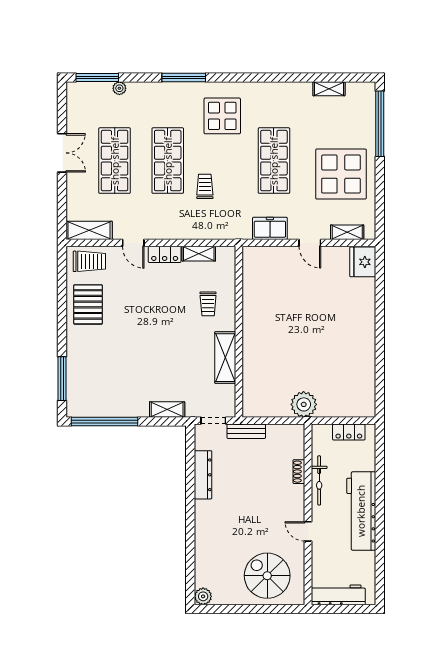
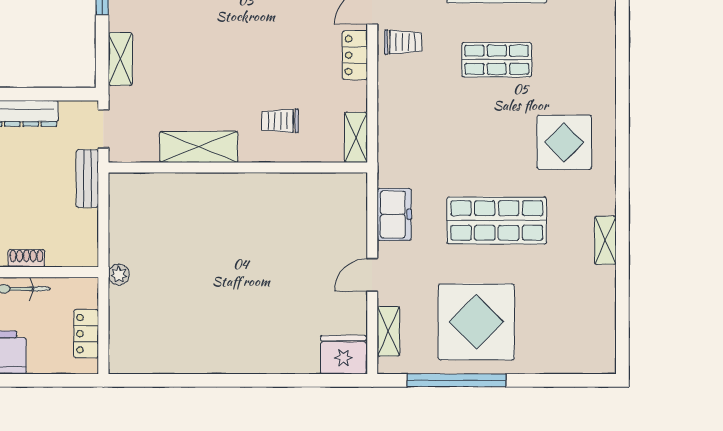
window: (184, 77) -> (622, 84), removed
shelving: (329, 89) -> (605, 240), moved
window: (380, 124) -> (456, 380), moved
shop shelf: (168, 161) -> (497, 60), width x0.70, depth x0.74
trolley: (205, 186) -> (403, 42), moved
shelving: (199, 254) -> (356, 137), moved
plant: (304, 404) -> (119, 275), width x0.53, depth x0.53

